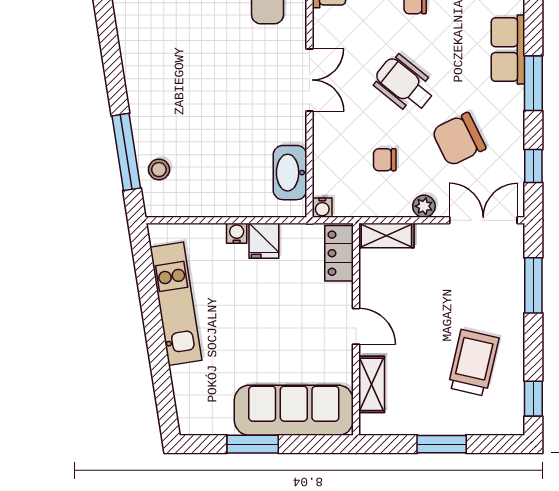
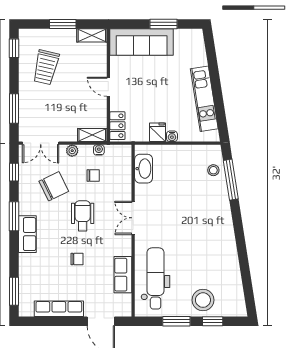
wheelchair: (404, 84) -> (83, 216), turned -129
water cooler: (322, 208) -> (99, 150), moved
shelving: (372, 384) -> (92, 35), moved, turned 90

